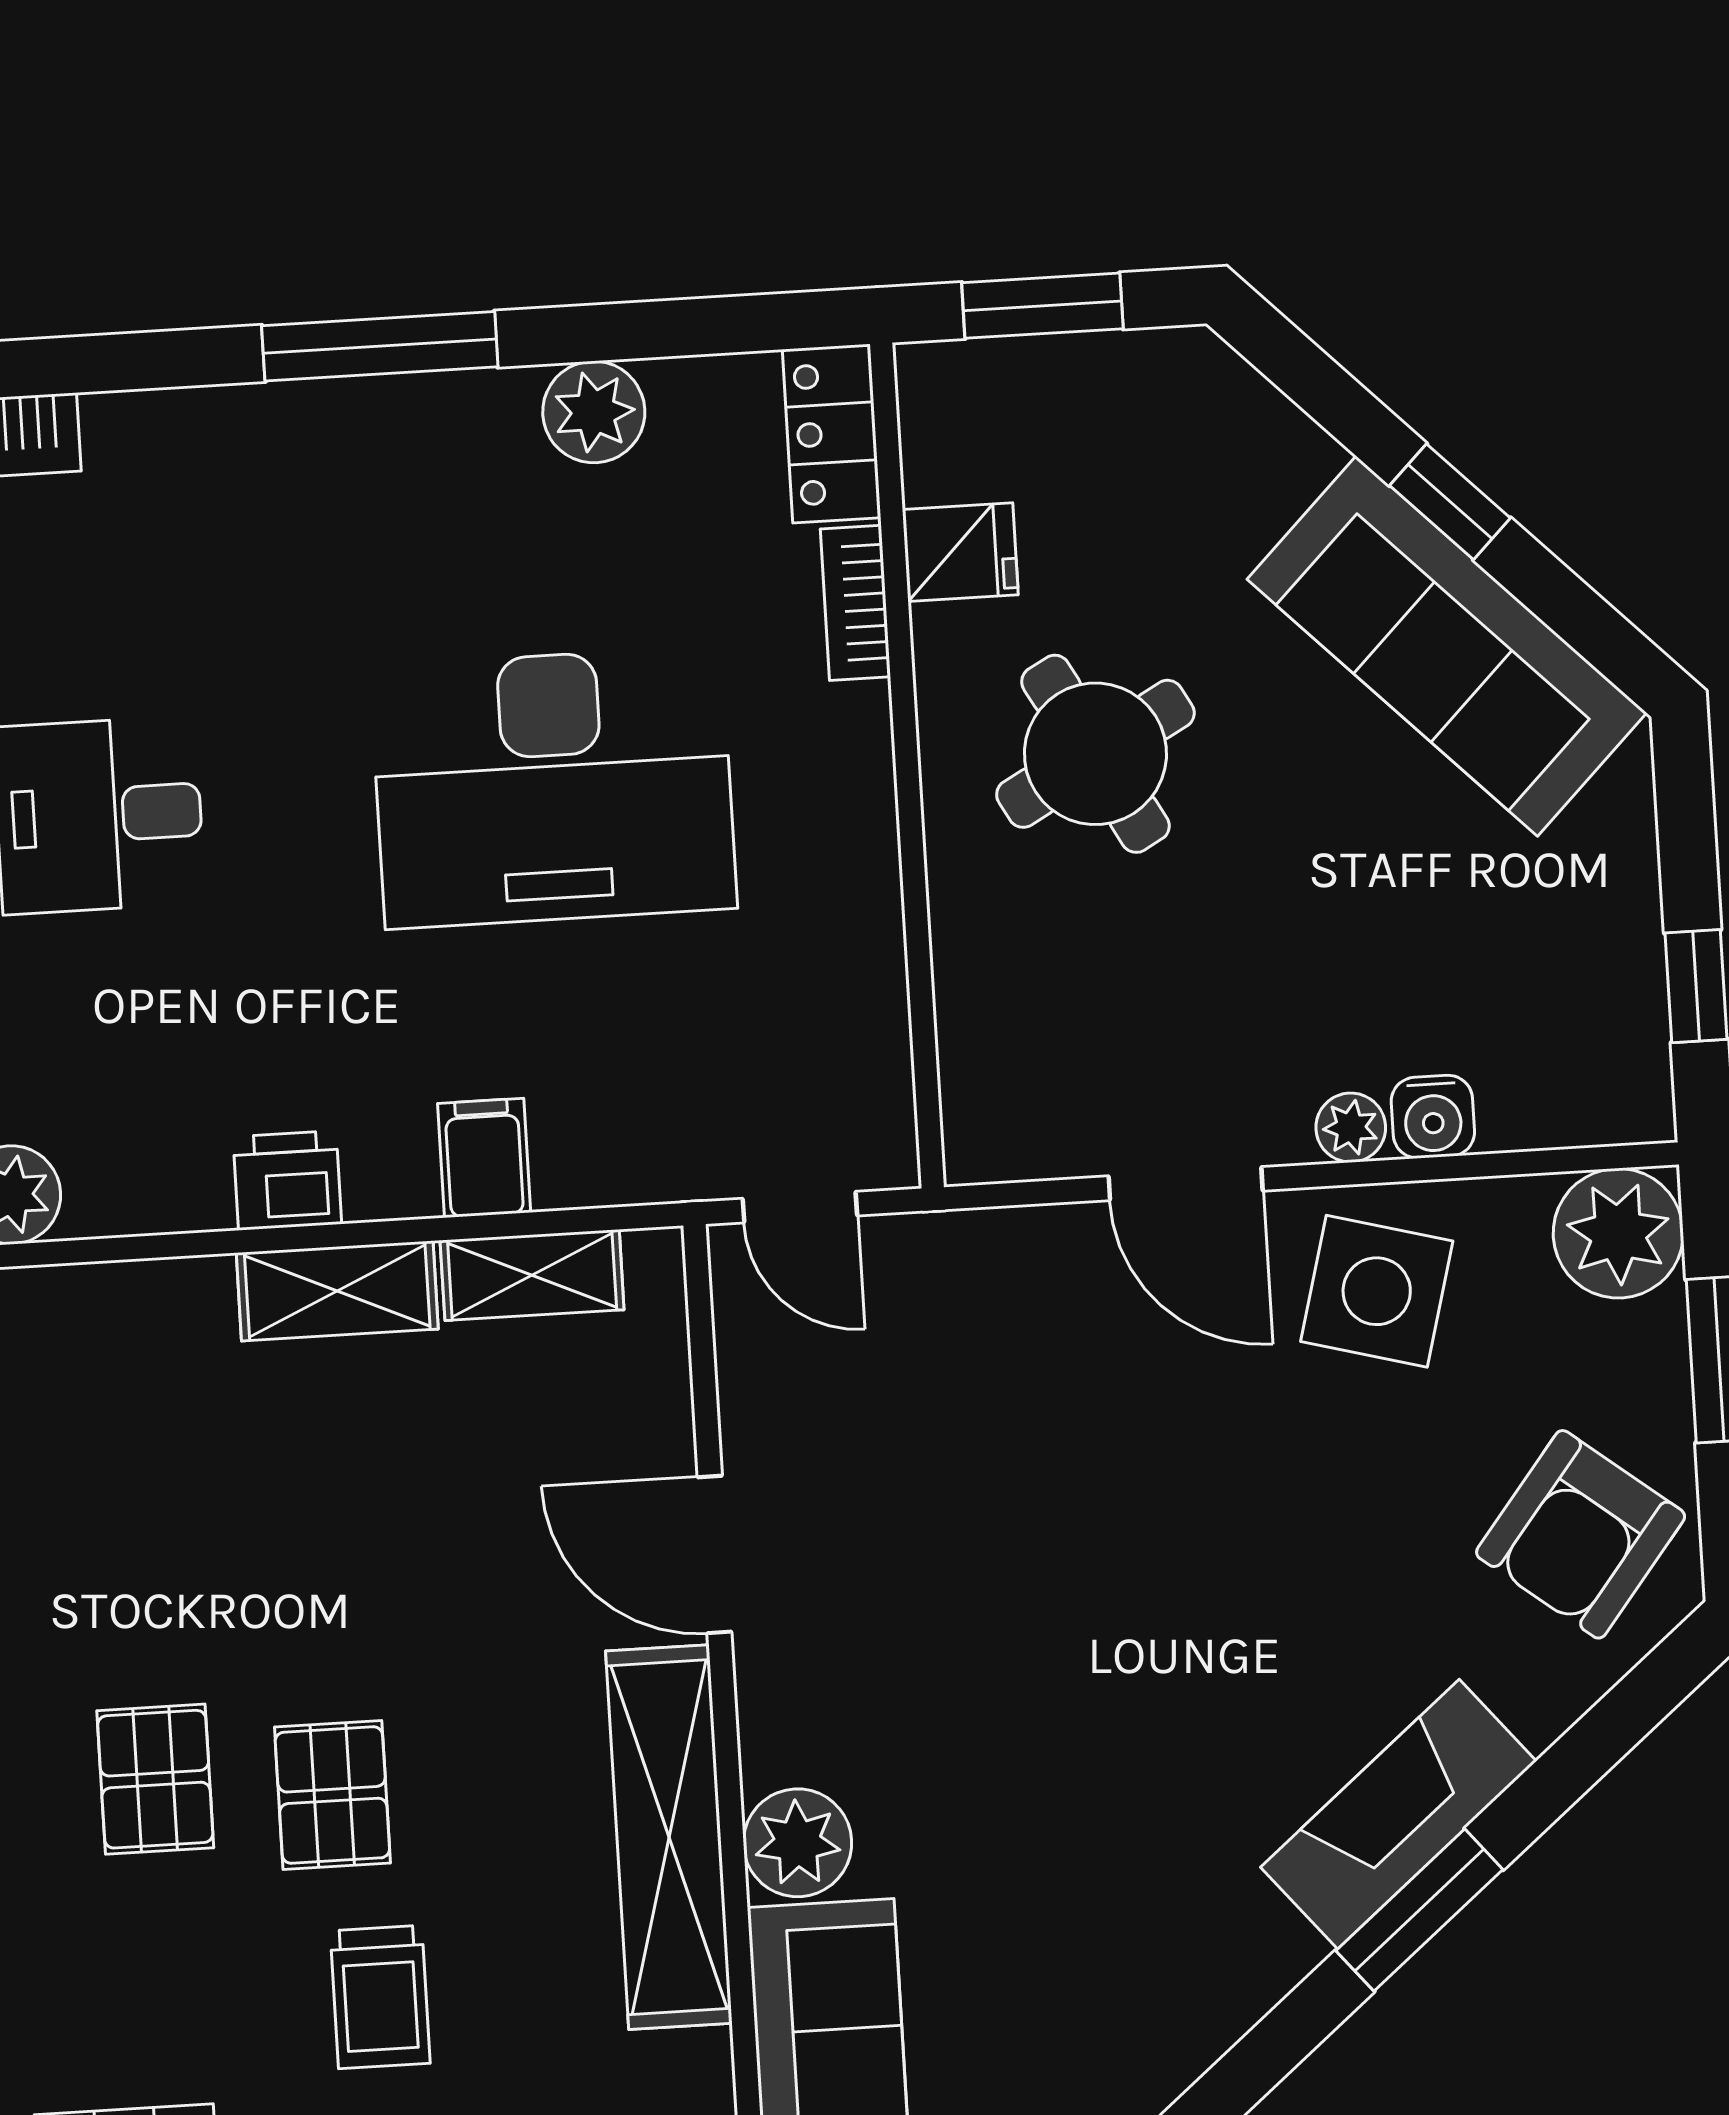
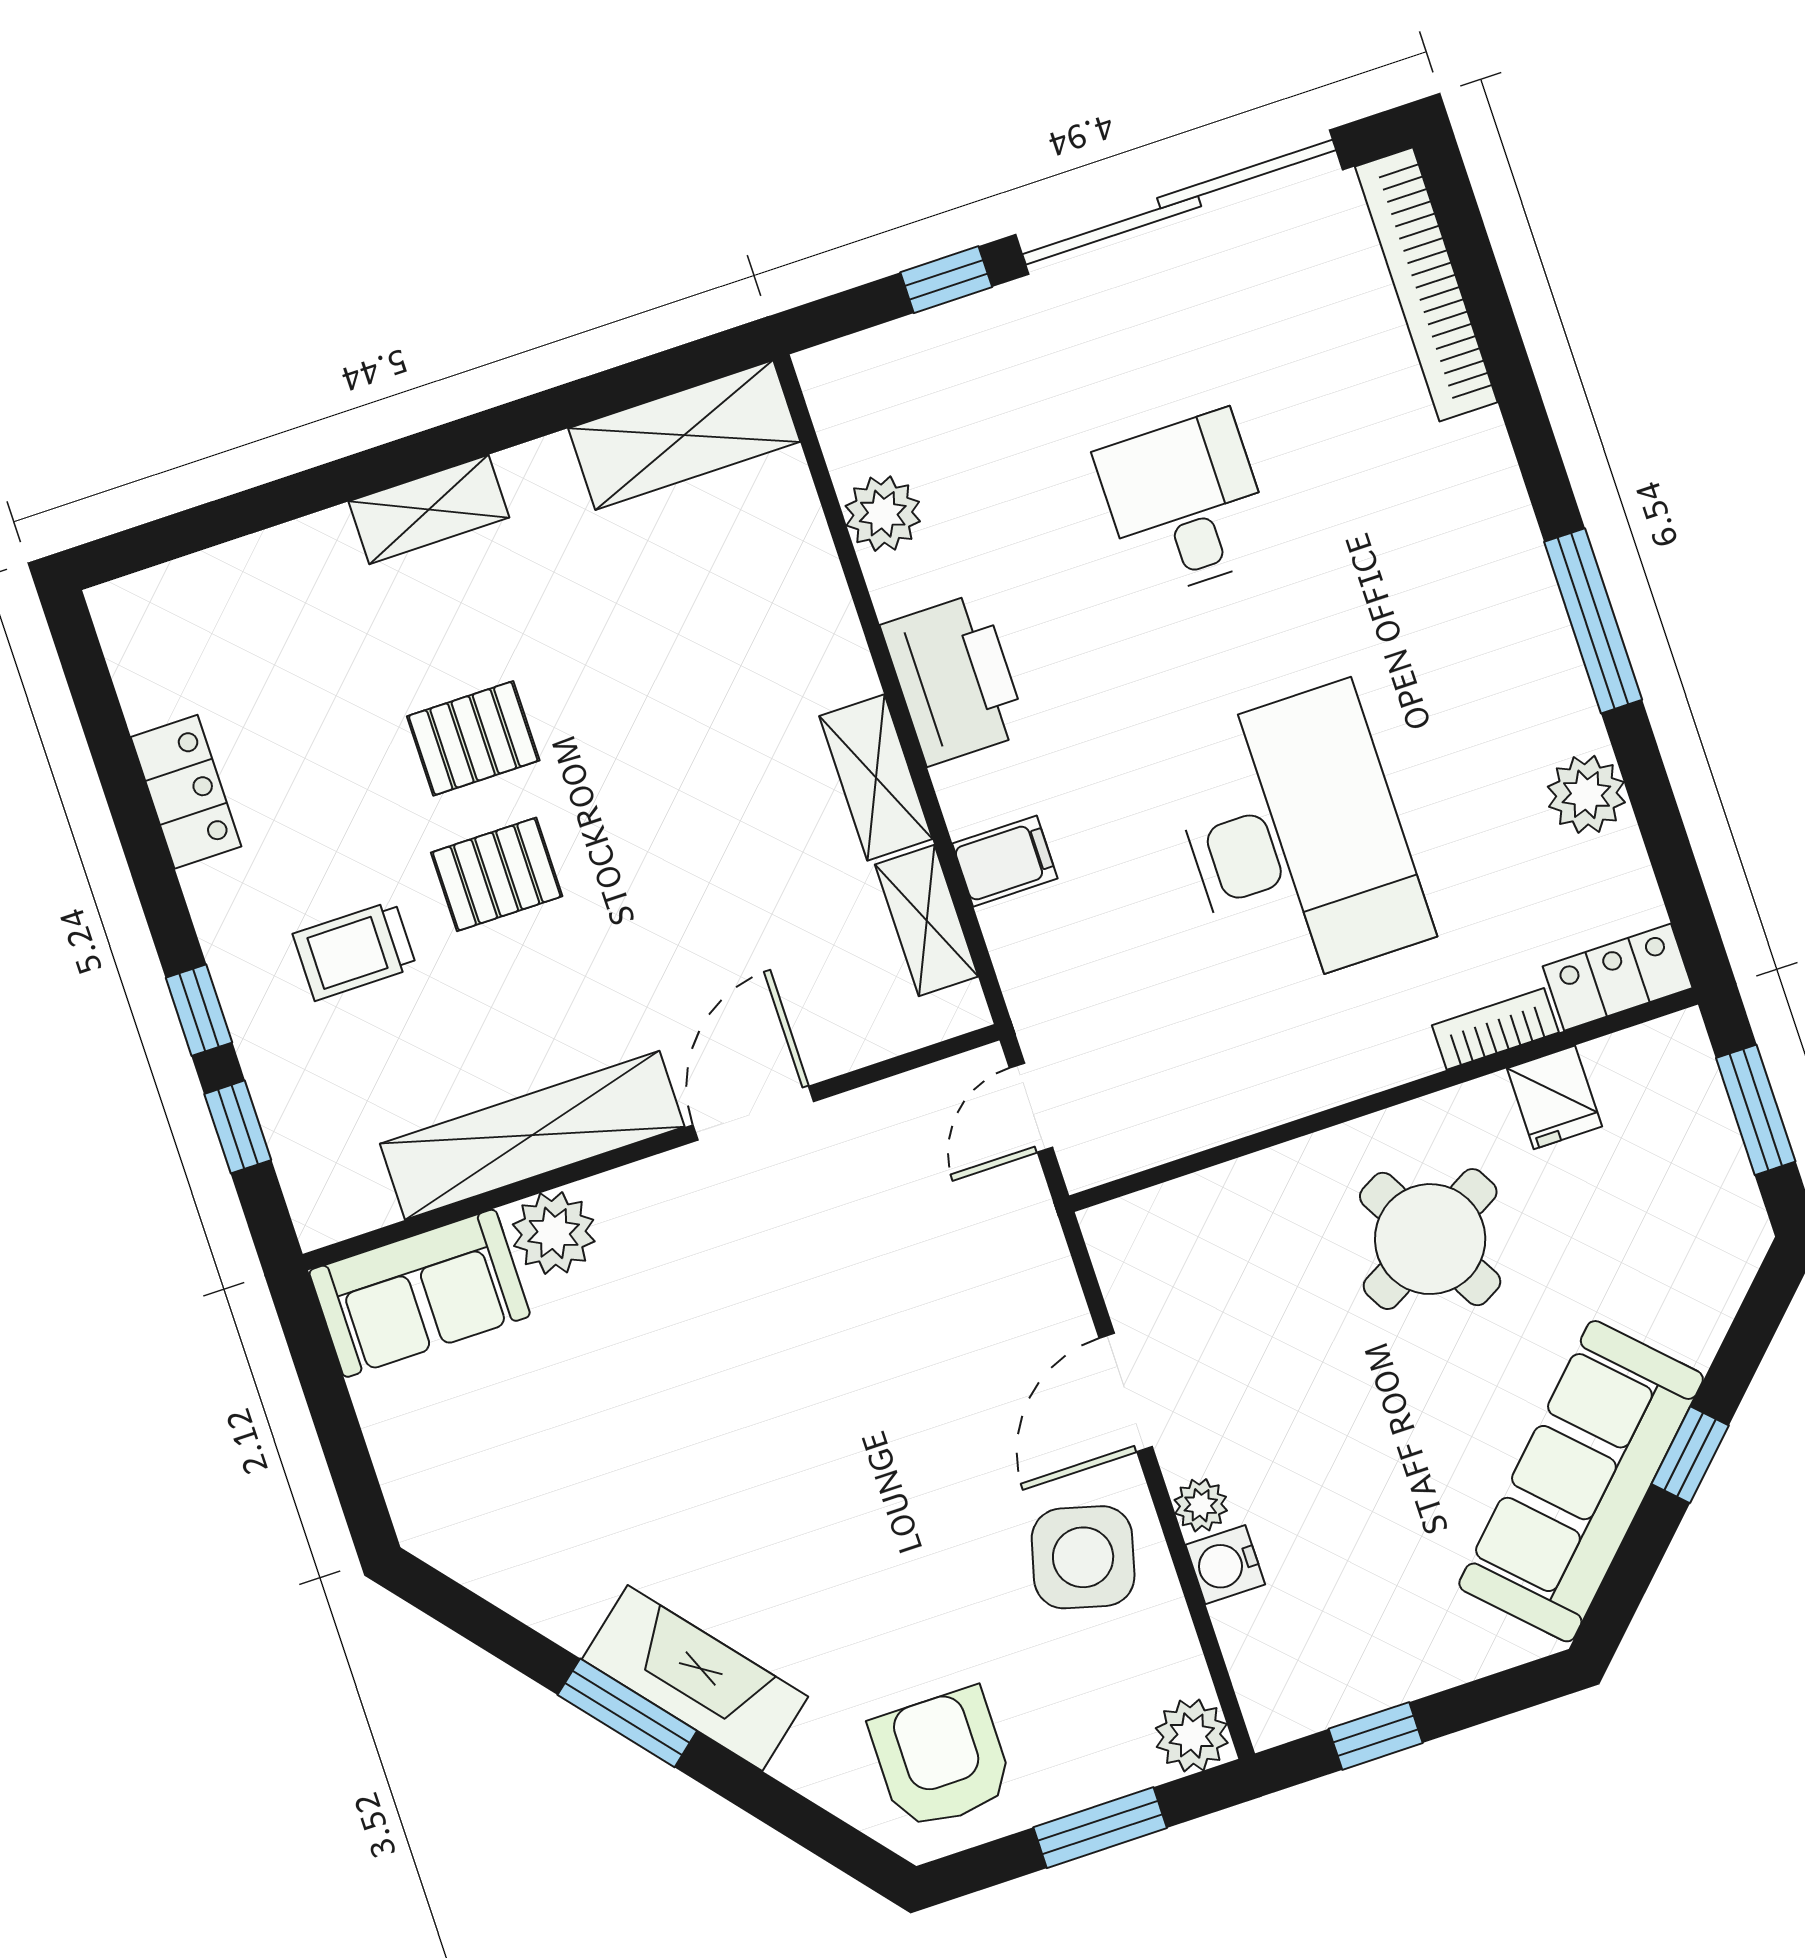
desk: (553, 787) -> (1297, 839), turned 180
printer: (287, 1180) -> (954, 679), width x1.87, depth x1.48
plant: (1618, 1233) -> (1192, 1735), width x0.73, depth x0.73
armchair: (1581, 1534) -> (941, 1759), turned 52

